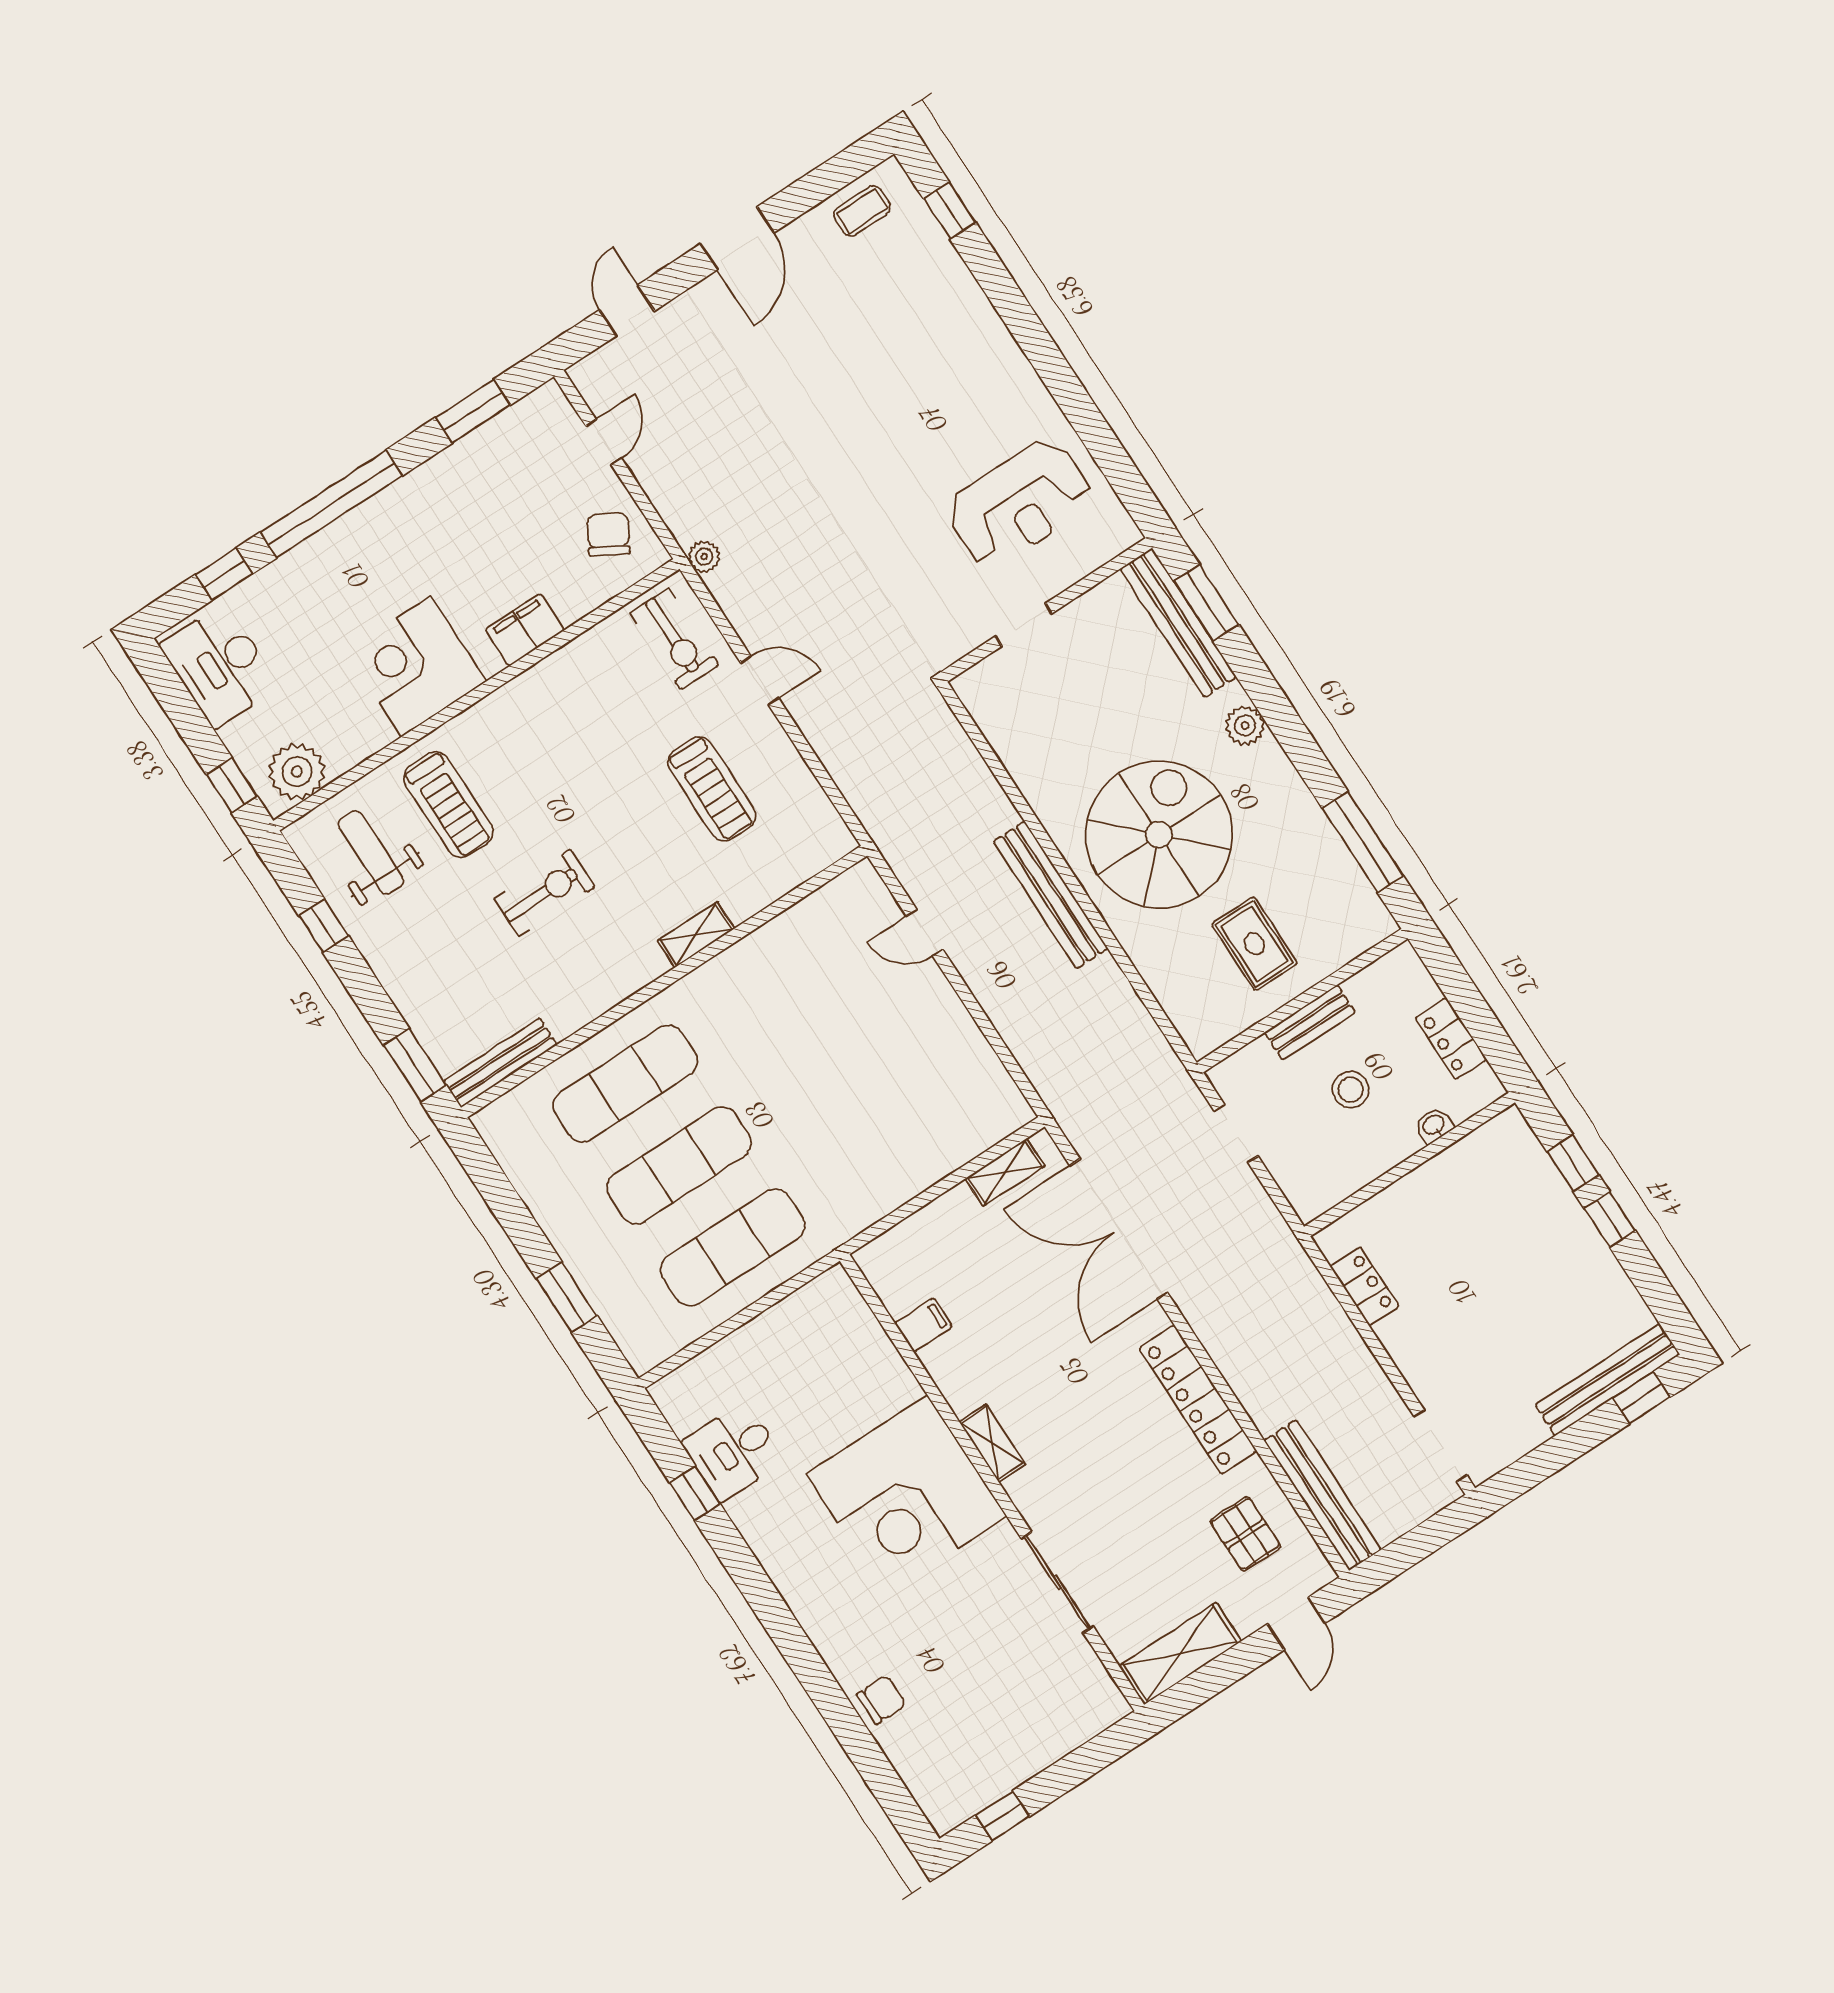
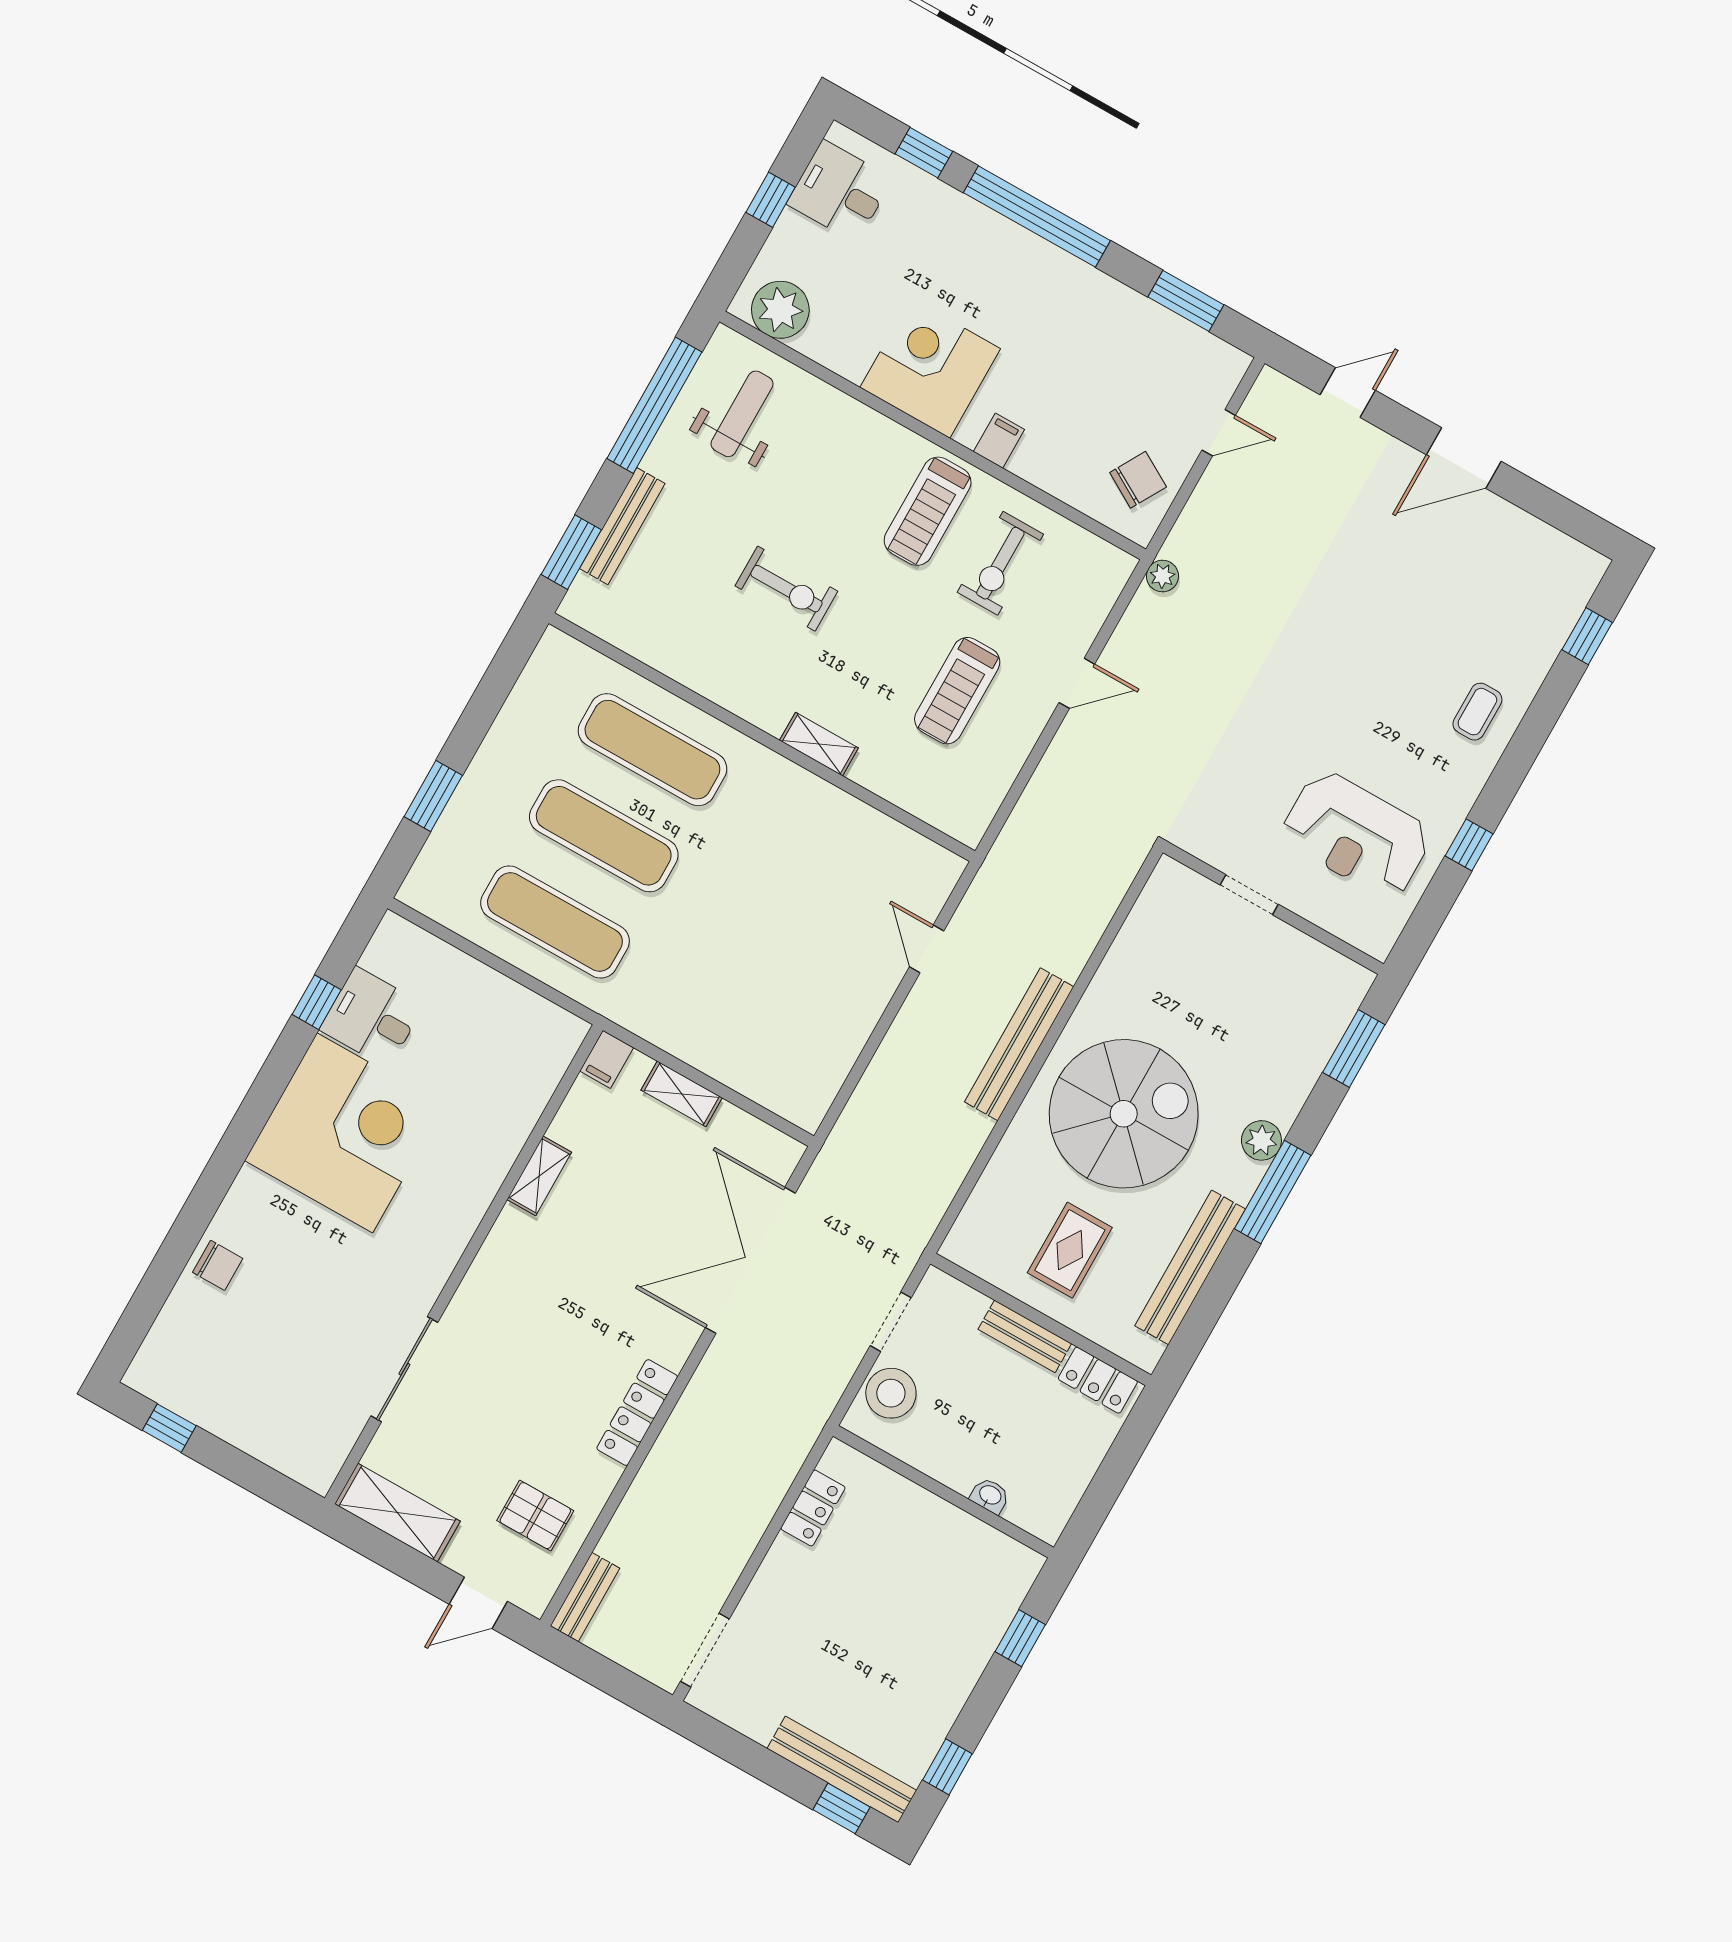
coffee table: (862, 211) -> (1477, 712), moved, turned 90
window: (1079, 409) -> (1469, 845), added
bench: (1178, 623) -> (1190, 1267), moved
filing cabinet: (525, 630) -> (999, 441), width x0.50
exercise bike: (674, 639) -> (1000, 563), moved
desk: (220, 666) -> (840, 191), width x0.73
door: (760, 680) -> (1077, 683), hinge flipped
window: (232, 785) -> (771, 200), moved
treadmill: (448, 805) -> (928, 511), moved
window: (1363, 842) -> (1273, 1192), moved
window: (324, 926) -> (654, 405), width x3.17
locker: (1451, 1039) -> (1098, 1380), moved, turned -90
bench: (500, 1063) -> (622, 526), moved, turned 90
stool: (1351, 1090) -> (891, 1393), moved, width x1.38, depth x1.38
shelving: (1005, 1172) -> (682, 1094), moved
window: (1610, 1220) -> (947, 1767), moved
filing cabinet: (923, 1325) -> (607, 1059), moved, turned 90
locker: (1198, 1400) -> (637, 1413), width x0.71, depth x0.83
shelving: (992, 1443) -> (539, 1176), moved
corner desk: (906, 1495) -> (345, 1133), moved, turned 180
bench: (1323, 1495) -> (585, 1597), width x0.54, depth x0.82
pallet: (1245, 1534) -> (535, 1516), turned 90

